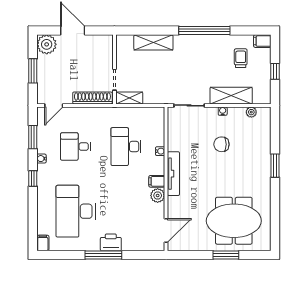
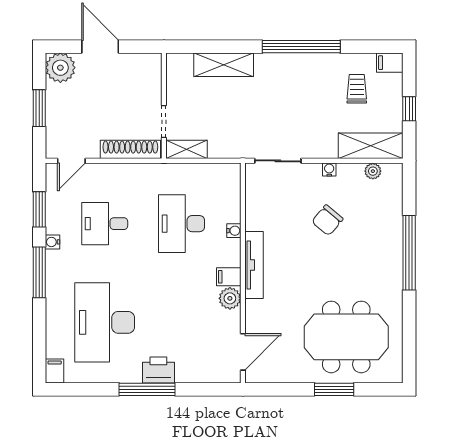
shelving: (231, 96) -> (371, 146), moved
chair: (221, 144) -> (327, 220), turned -50
window: (275, 166) -> (409, 253), width x2.11
window: (33, 178) -> (39, 272), width x2.17

